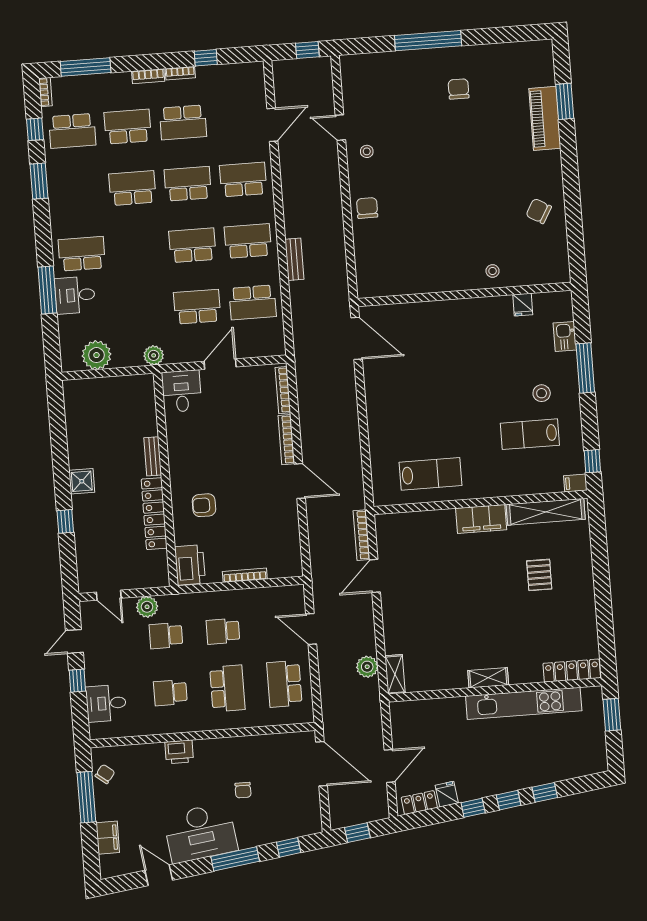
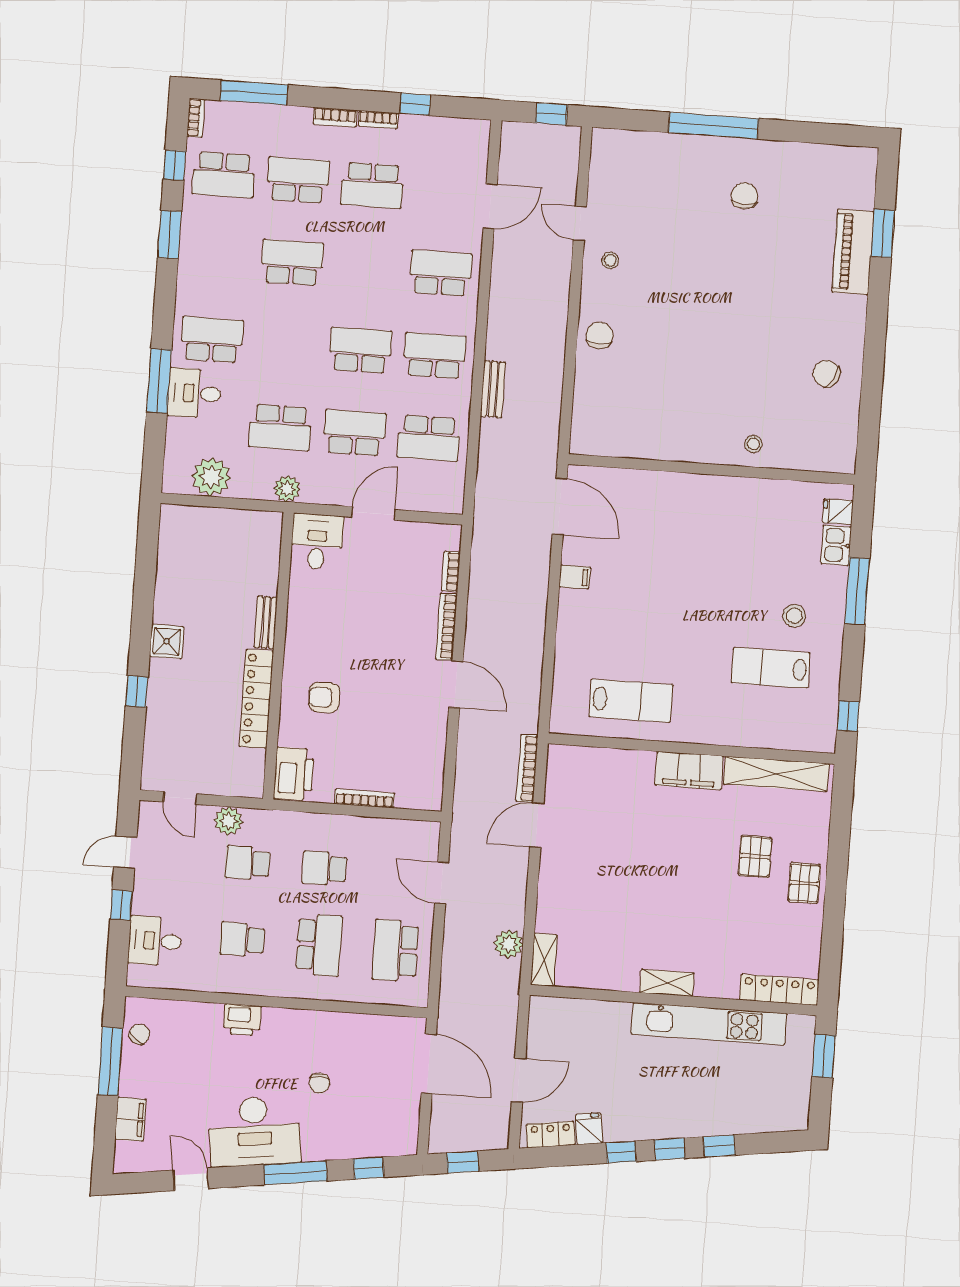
school desk: (188, 184) -> (280, 427), moved, turned 180
fridge: (523, 305) -> (838, 512), moved, turned 90
bookcase: (283, 390) -> (451, 572), width x0.64
filing cabinet: (575, 483) -> (575, 577), moved, turned 180
pallet: (578, 589) -> (804, 883), added

